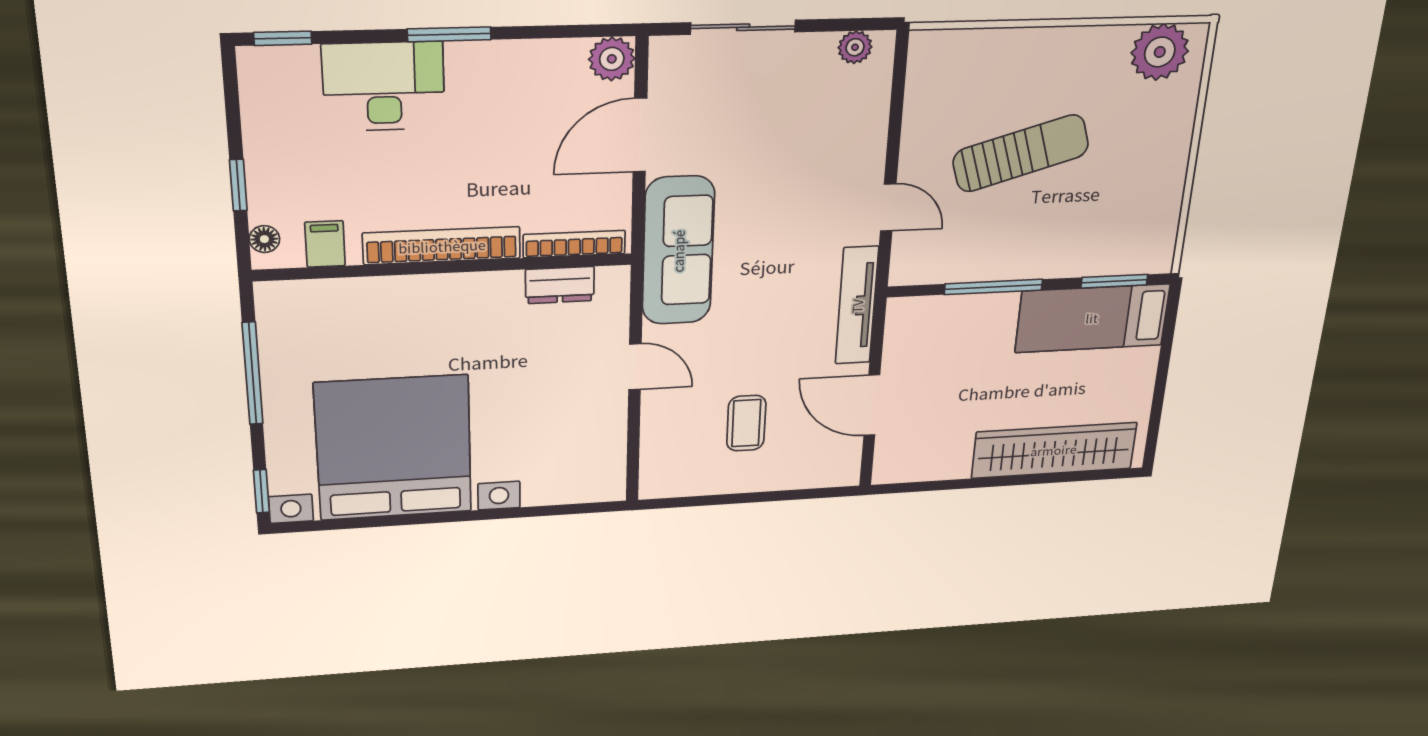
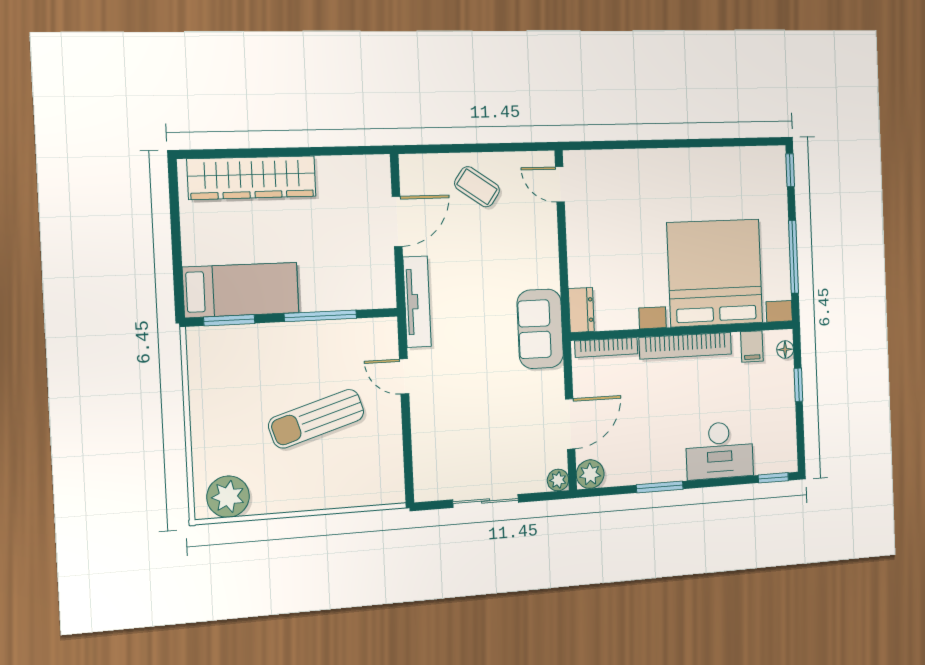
sliding door: (743, 27) -> (486, 501), moved
window: (449, 34) -> (660, 487), moved
plant: (855, 47) -> (558, 480), moved
sofa: (678, 251) -> (540, 329), width x0.73
dresser: (560, 285) -> (581, 310), moved, turned 90
door: (635, 367) -> (560, 184), moved
door: (872, 405) -> (397, 222), hinge flipped
coffee table: (746, 423) -> (477, 187), moved, turned -55
bed with nightstands: (394, 448) -> (715, 273), moved, turned 180

